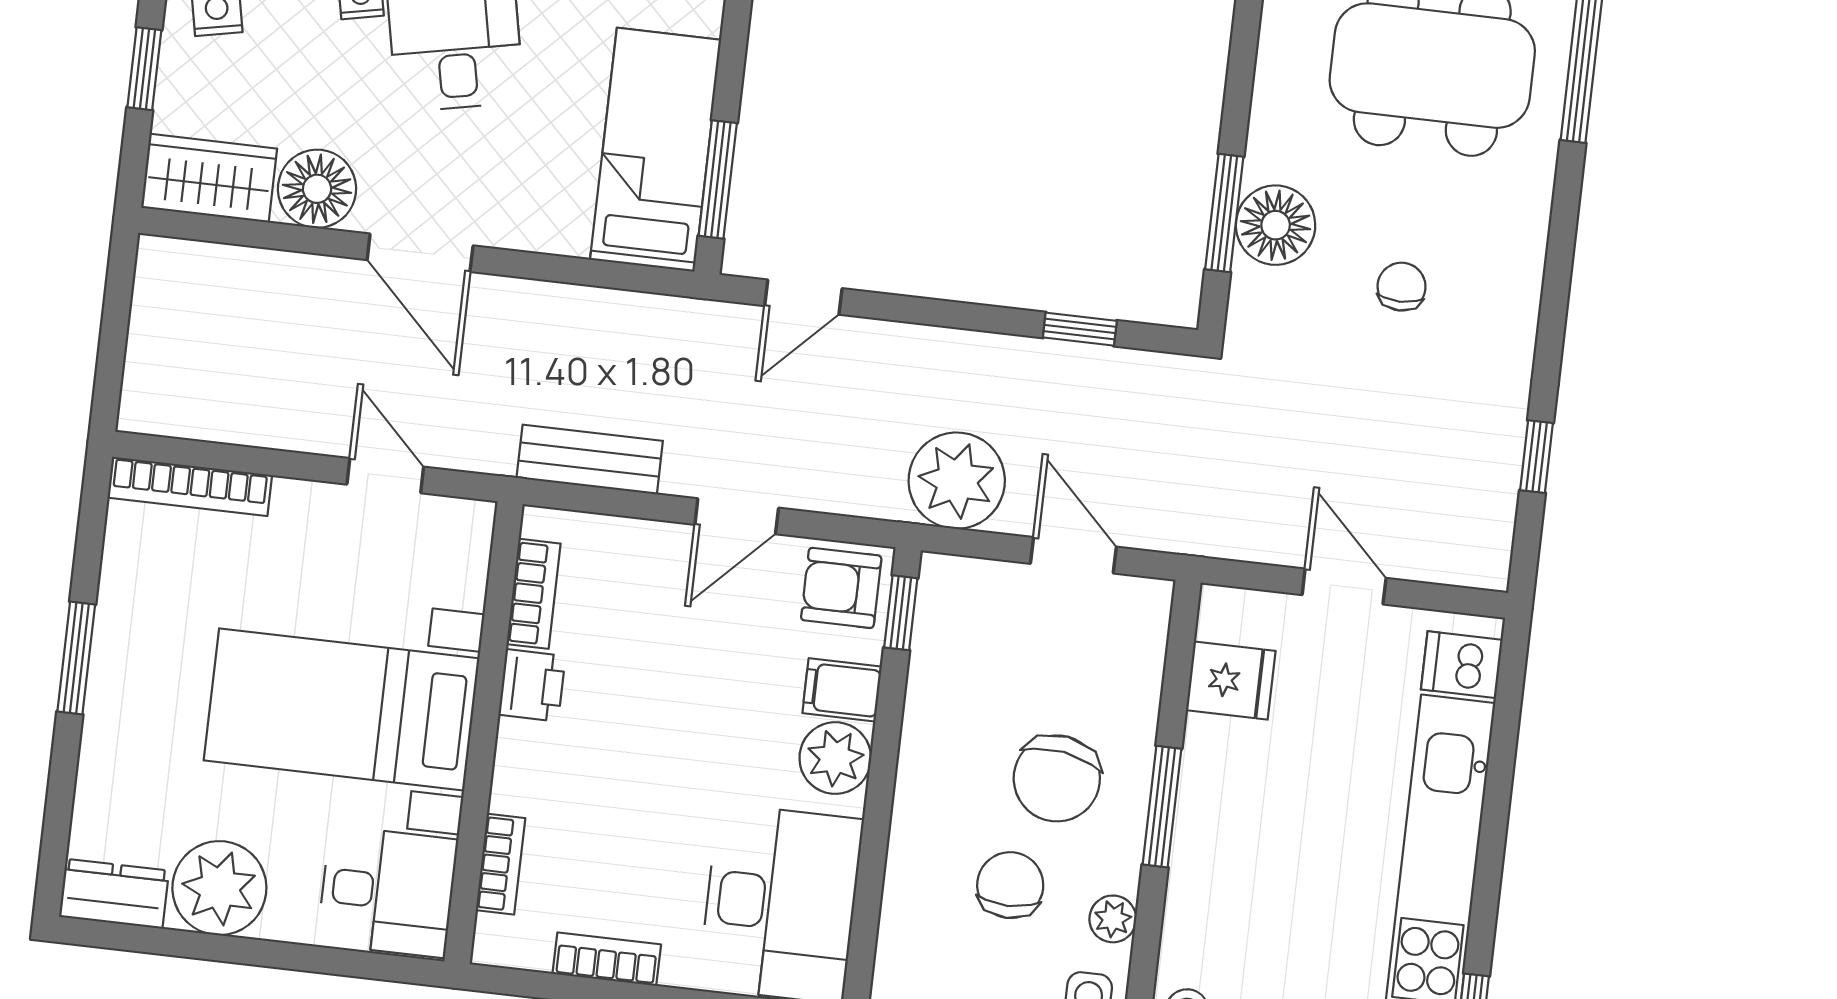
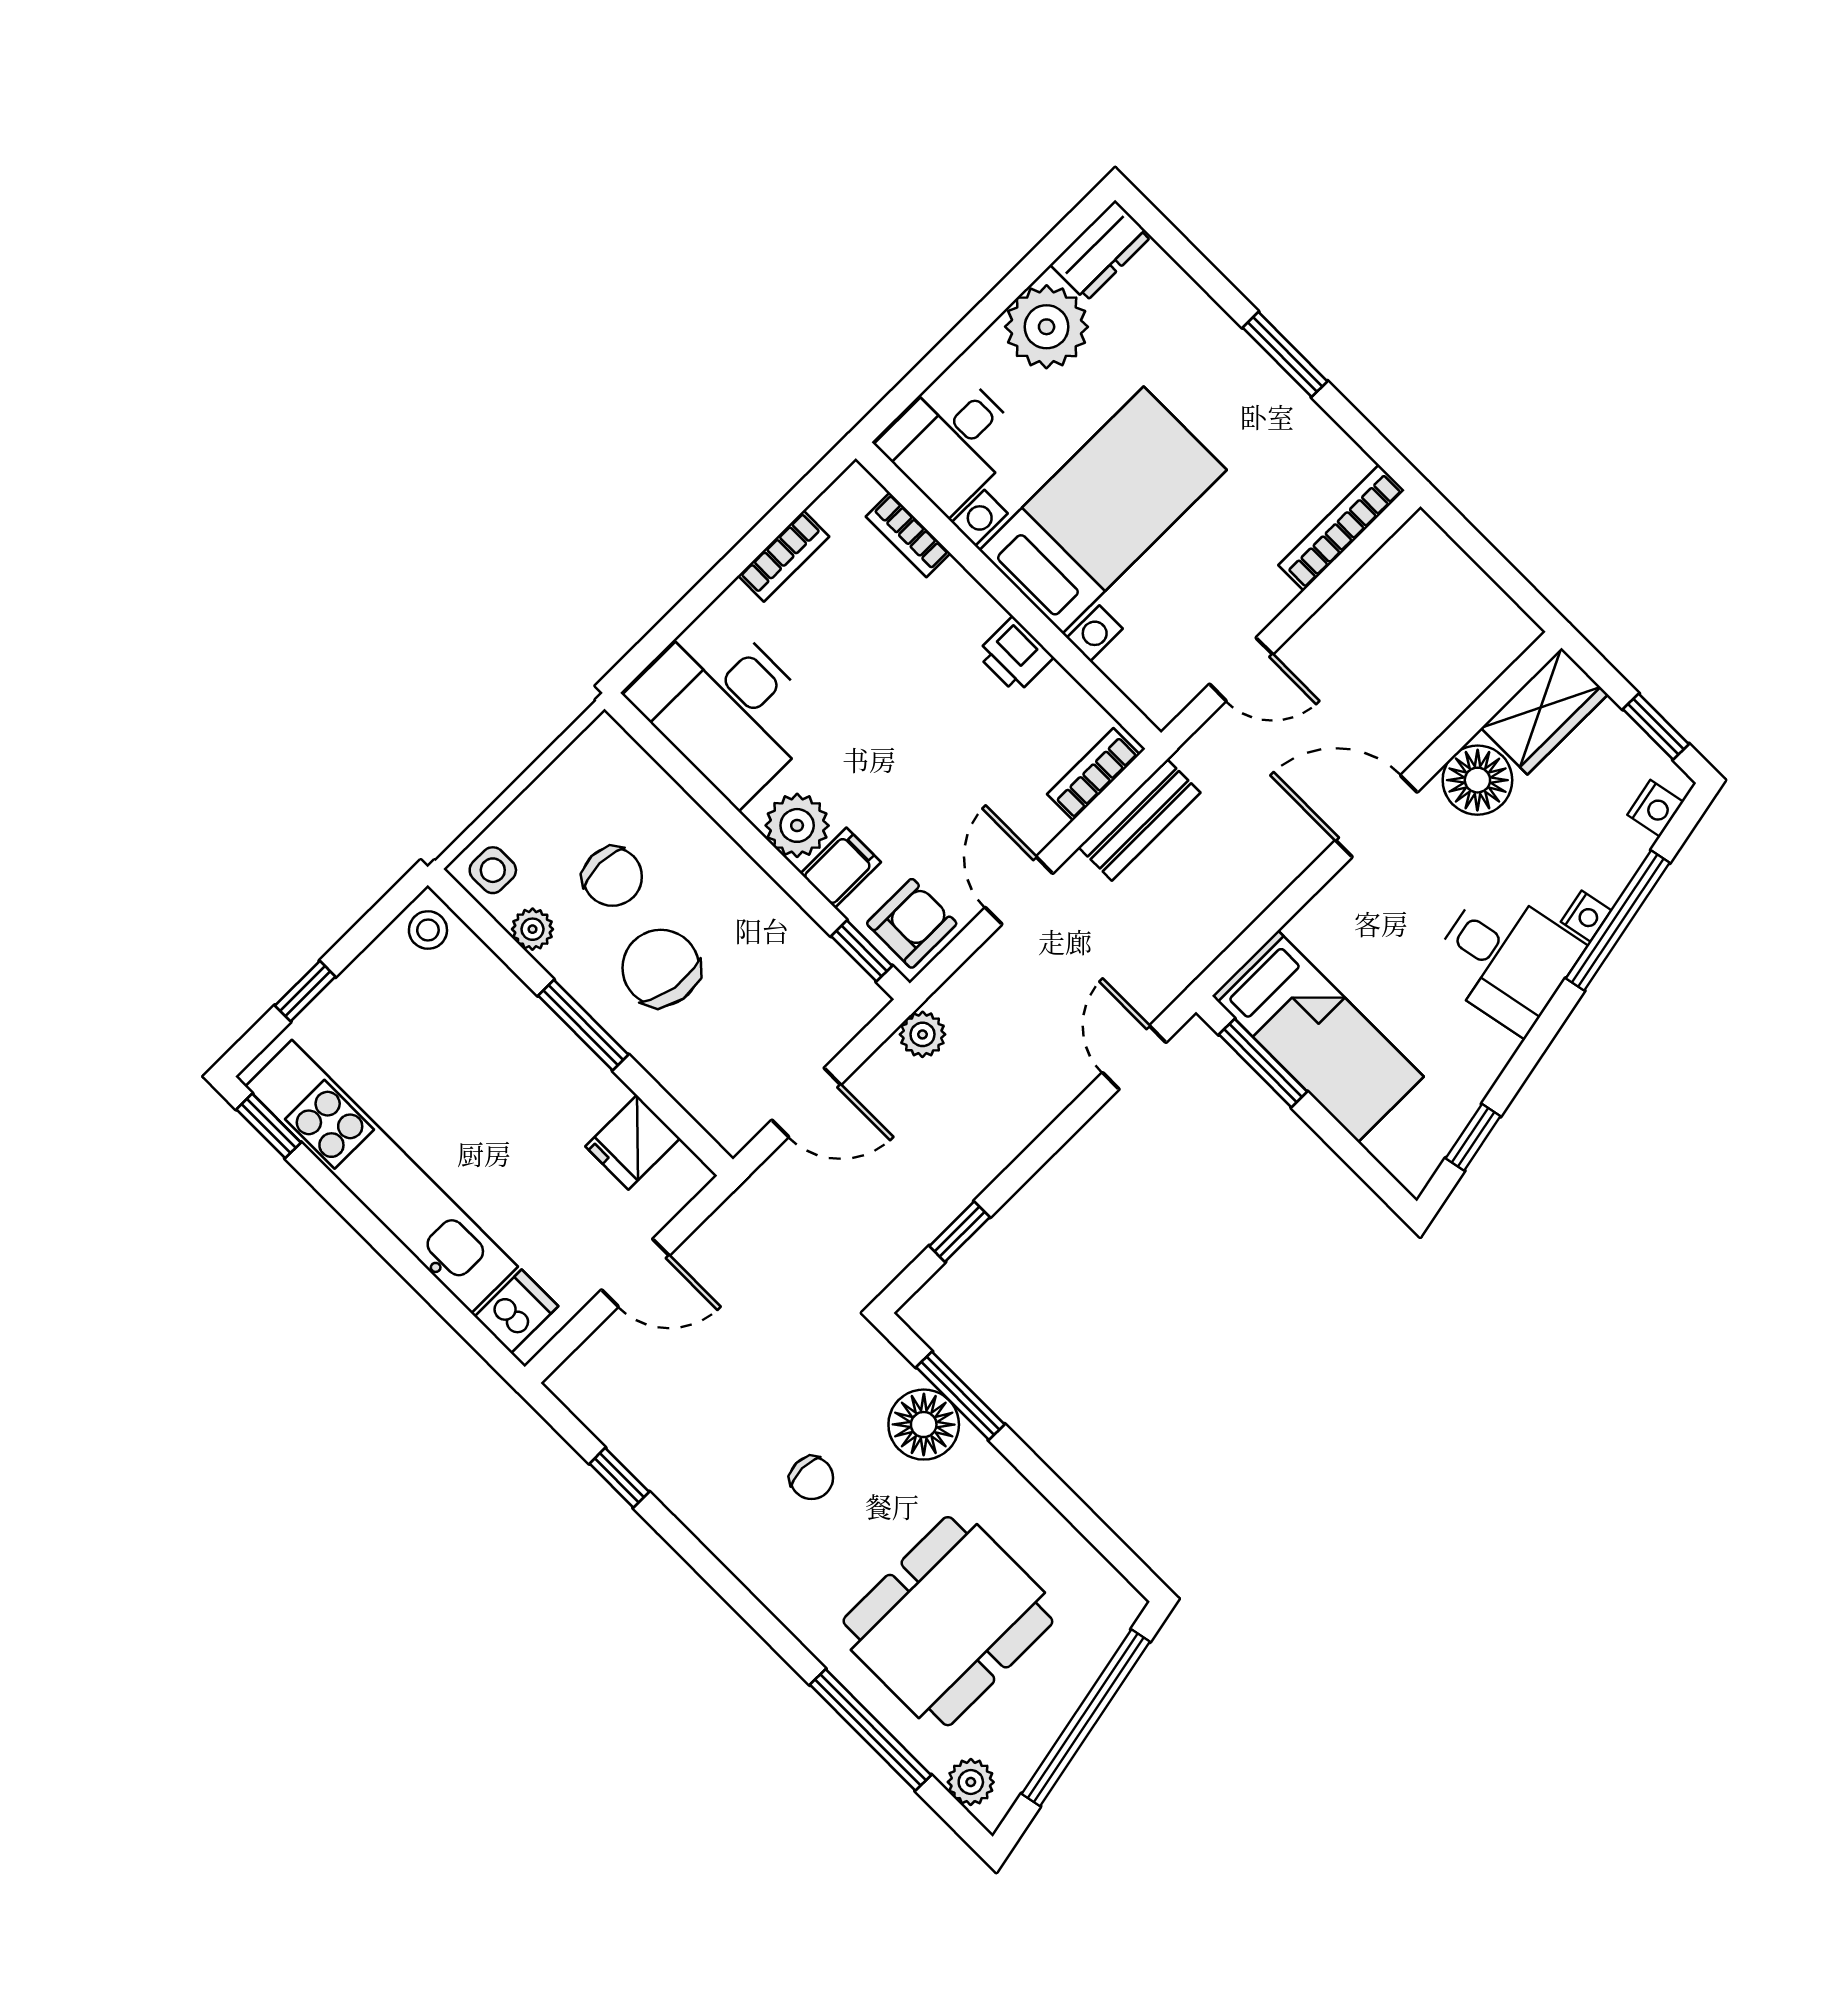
plant: (957, 481) -> (923, 1034), width x0.53, depth x0.53
bookcase: (534, 594) -> (1093, 774), moved, turned 90

